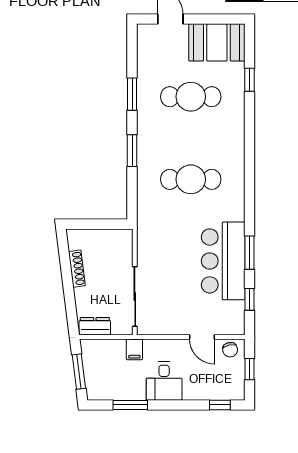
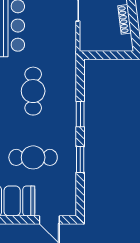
cafe table: (191, 179) -> (33, 91), turned 90

